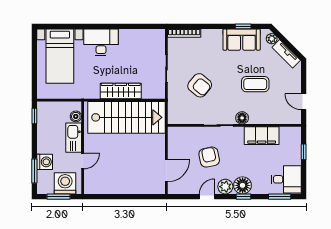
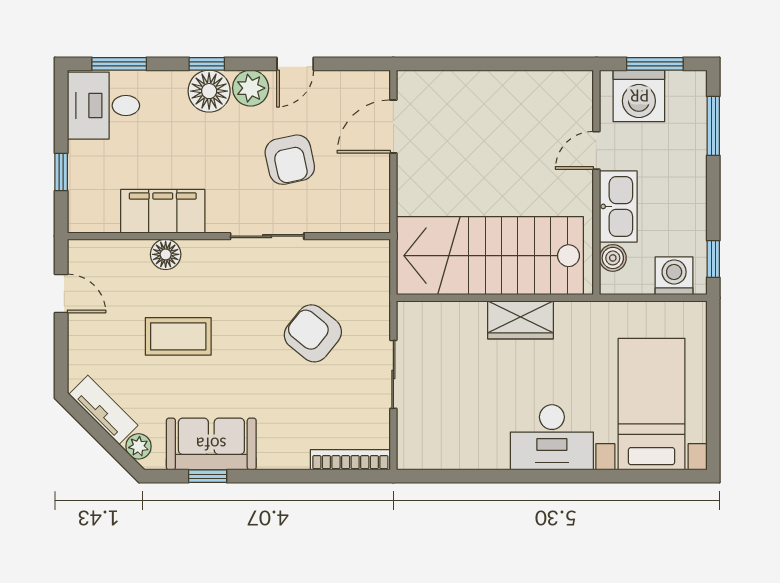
wardrobe: (121, 91) -> (520, 320), width x0.67
floor lamp: (242, 118) -> (166, 254), moved
washing machine: (45, 162) -> (674, 276), moved, turned 90

